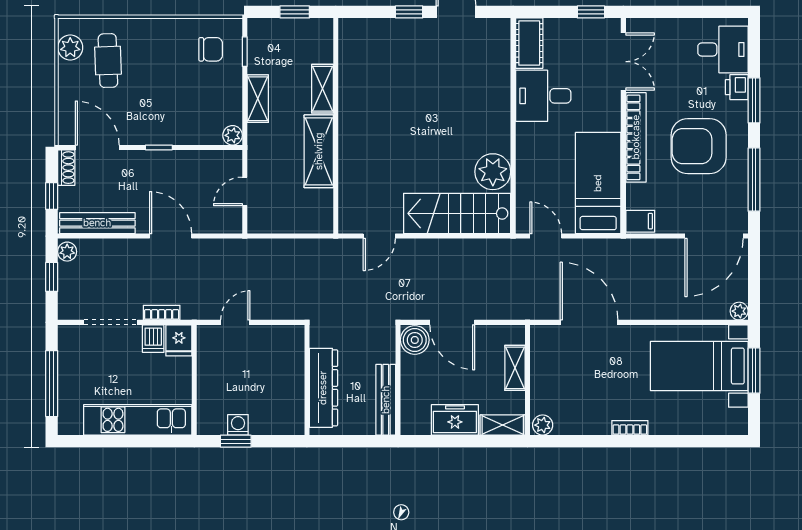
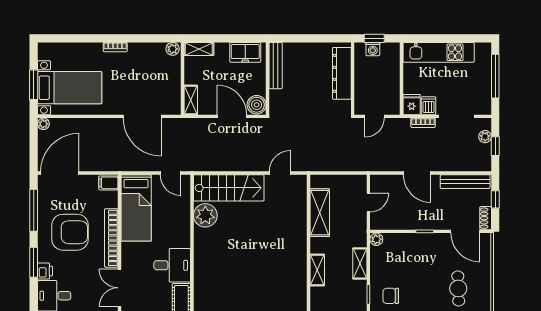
plant: (70, 47) -> (483, 297), removed
shelving: (319, 151) -> (320, 213), moved
plant: (67, 252) -> (485, 137), moved
shelving: (515, 368) -> (191, 100), moved
wall: (307, 380) -> (353, 79), moved
dresser: (323, 388) -> (342, 73), moved
freezer: (455, 420) -> (245, 52), moved

